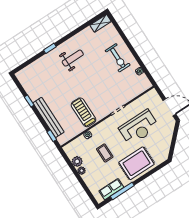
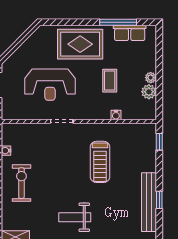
treadmill: (83, 112) -> (100, 162), moved
bench: (48, 117) -> (149, 202), moved
reception desk: (139, 127) -> (50, 85), turned 180

